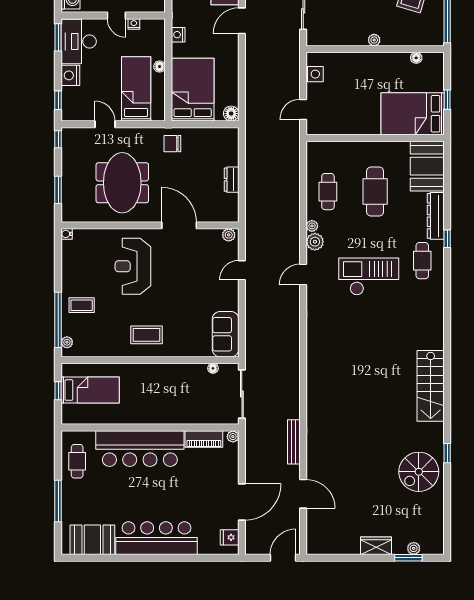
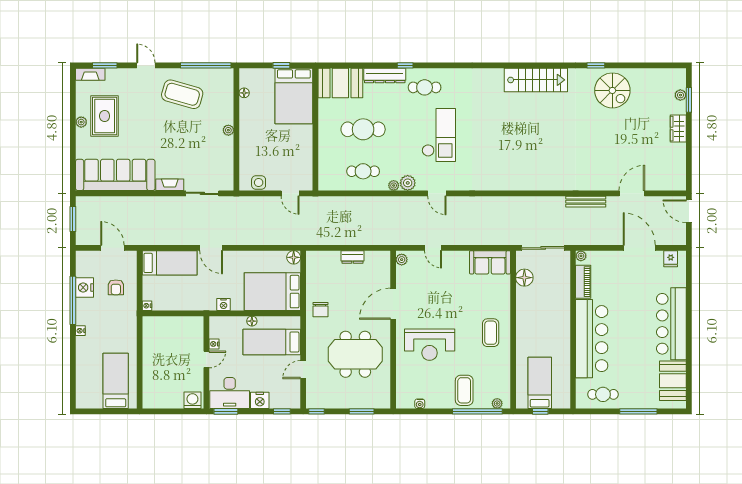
water cooler: (67, 234) -> (420, 404), moved
checkout: (369, 277) -> (439, 135), turned 180
coffee table: (82, 305) -> (464, 390), width x1.36, depth x1.30
floor lamp: (213, 368) -> (524, 278), width x1.89, depth x1.89

